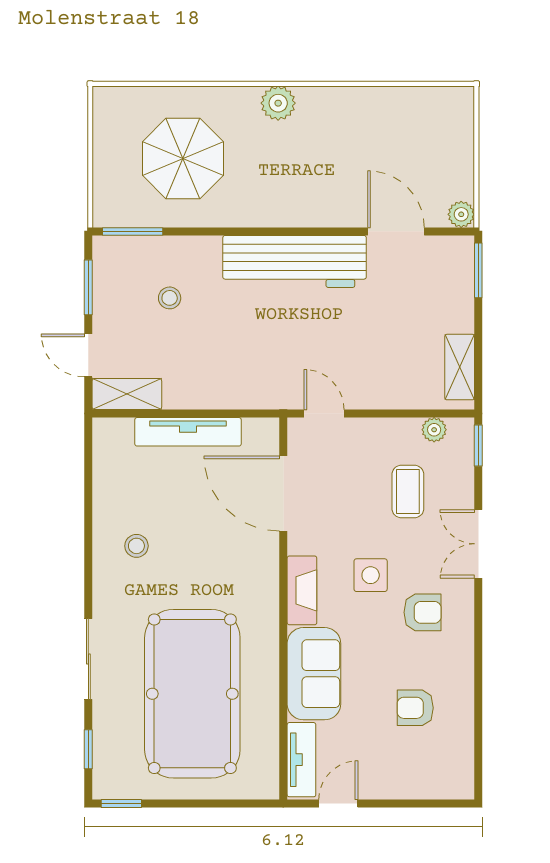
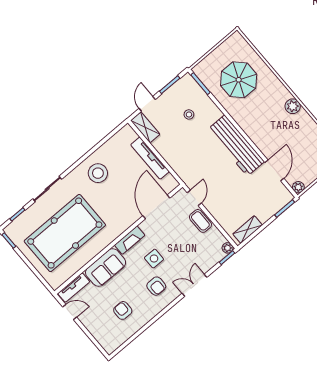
plant: (278, 103) -> (293, 106), moved
plant: (434, 430) -> (228, 248), moved
coffee table: (408, 492) -> (200, 221), moved, turned 90
stool: (136, 546) -> (98, 173), width x1.89, depth x1.89

